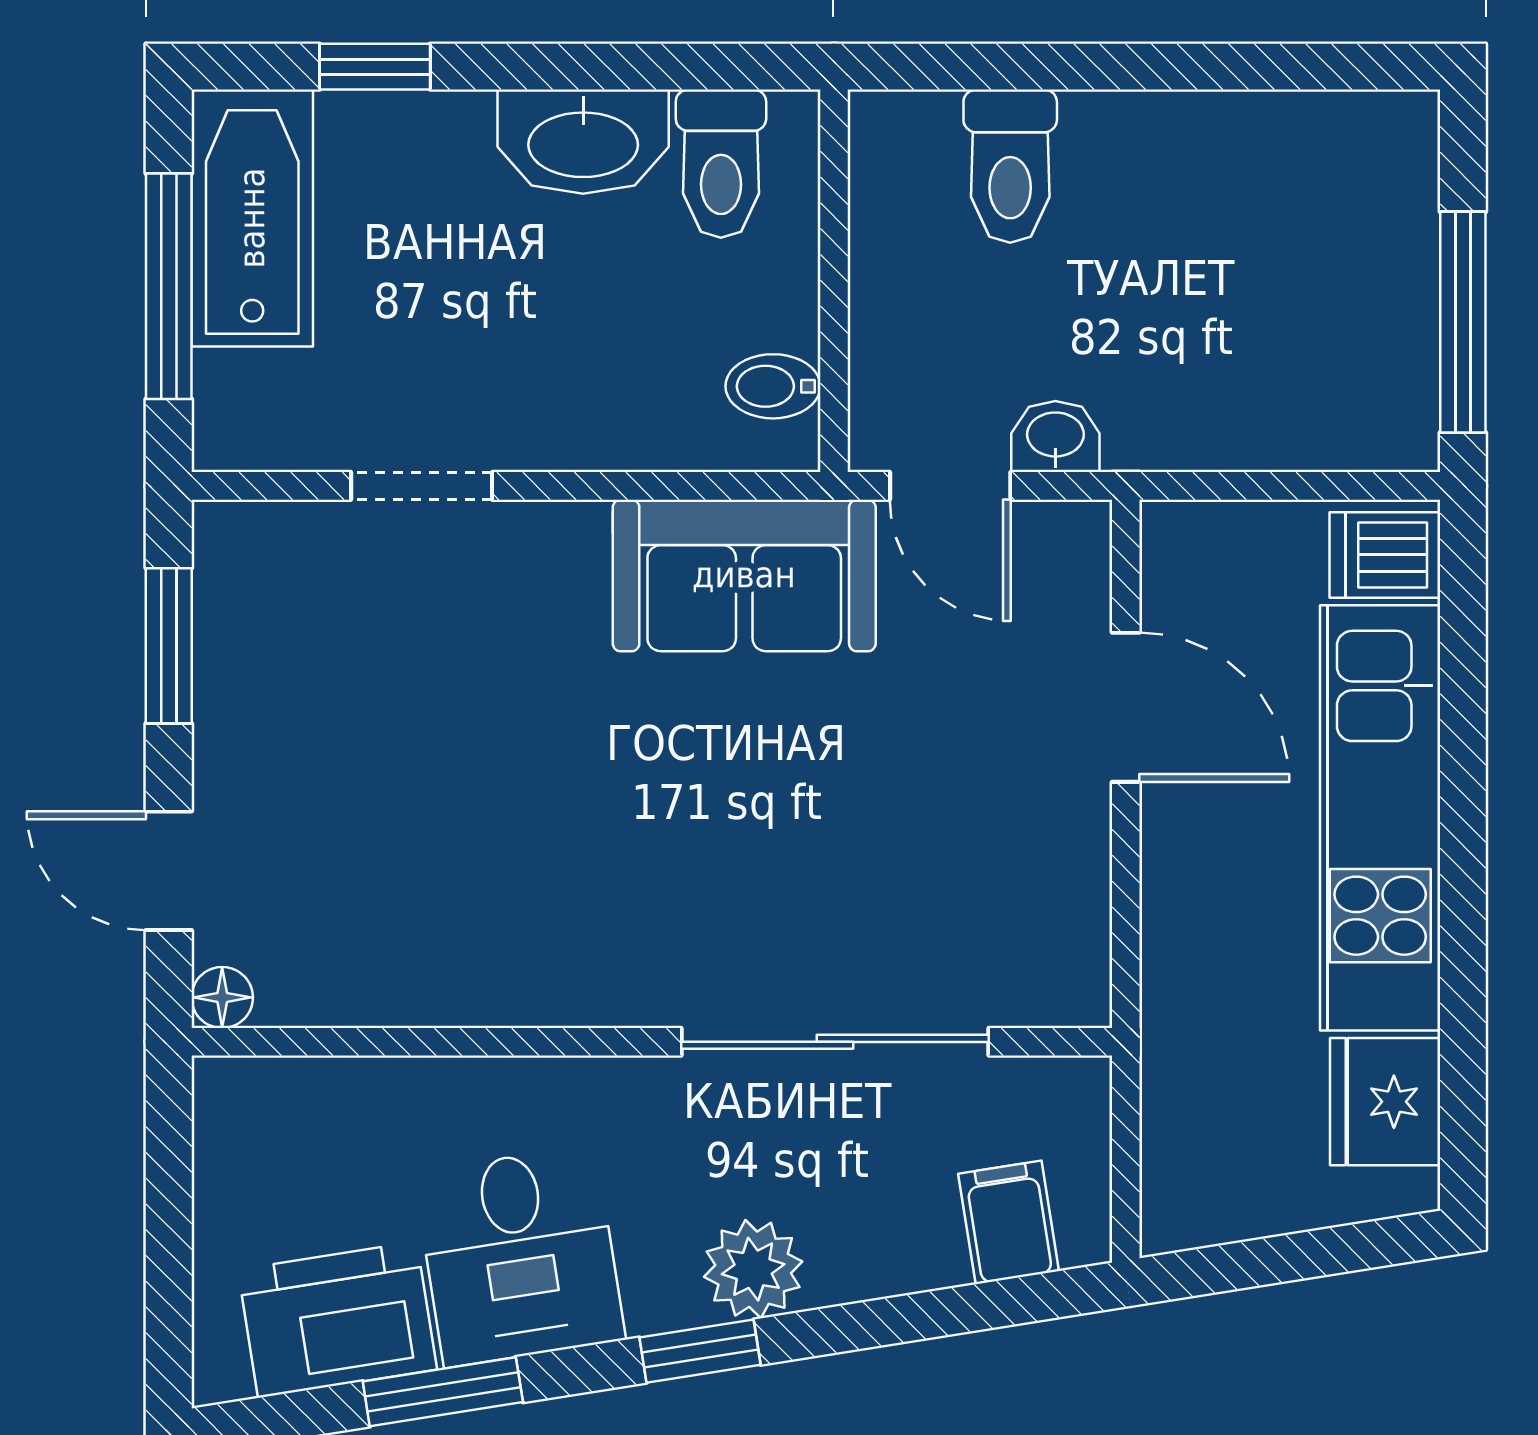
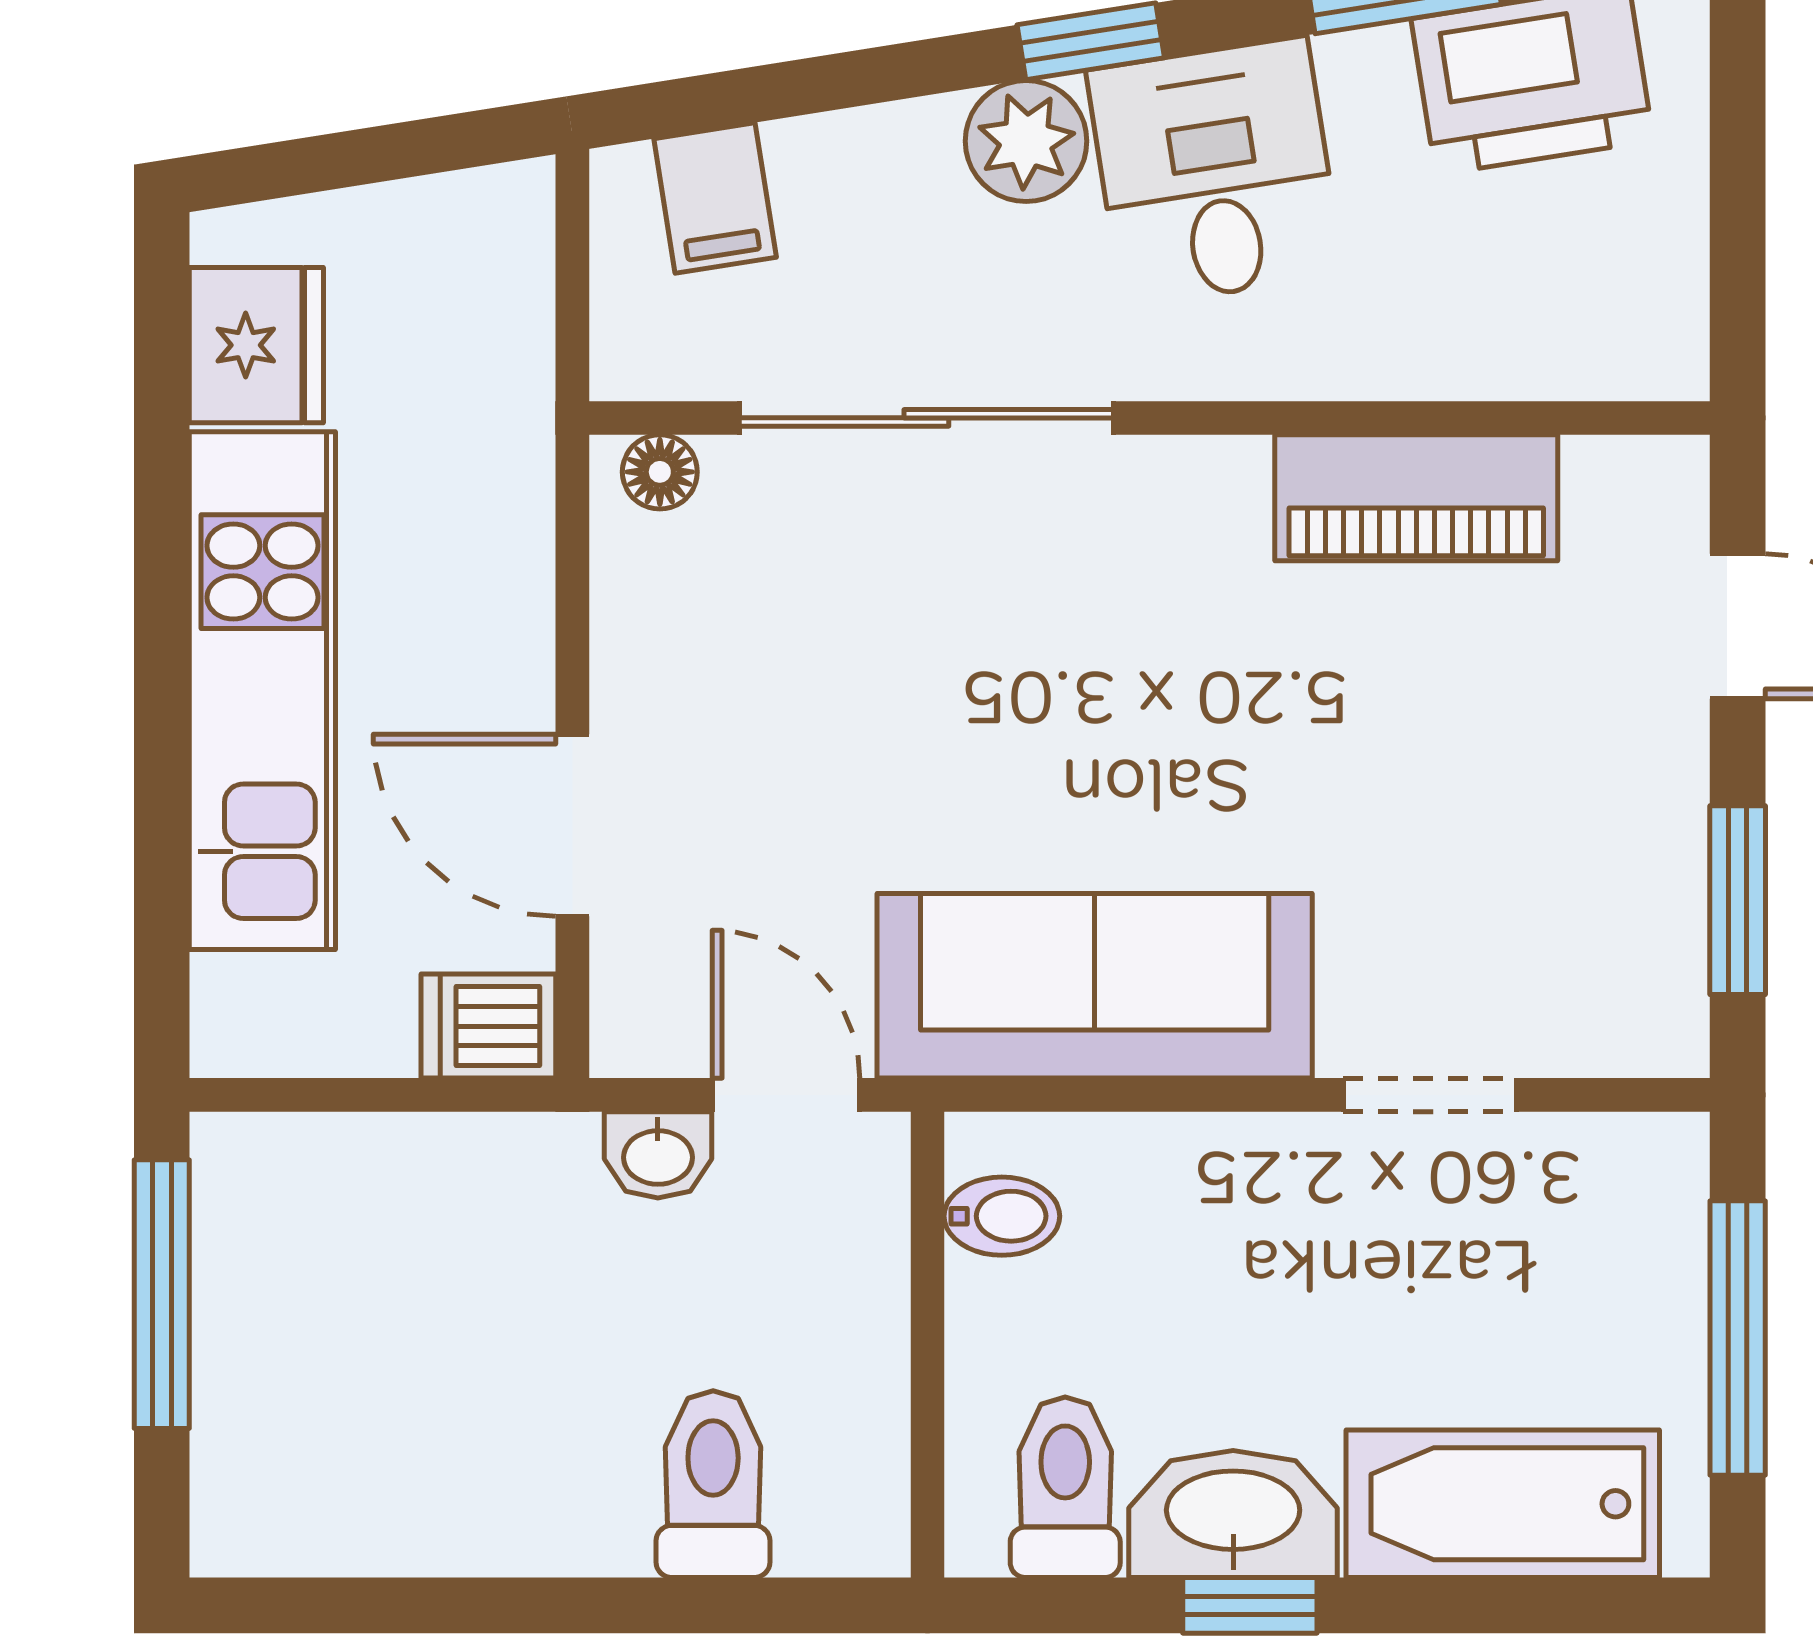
window: (375, 67) -> (1250, 1605), moved
bathtub: (252, 218) -> (1503, 1504), moved, turned 90
dishwasher: (1385, 555) -> (488, 1026), moved, turned 180
sofa: (744, 575) -> (1095, 986), width x1.36
piano: (433, 976) -> (1416, 498), added
floor lamp: (222, 997) -> (660, 472), moved
desk: (520, 1256) -> (1215, 172), moved

